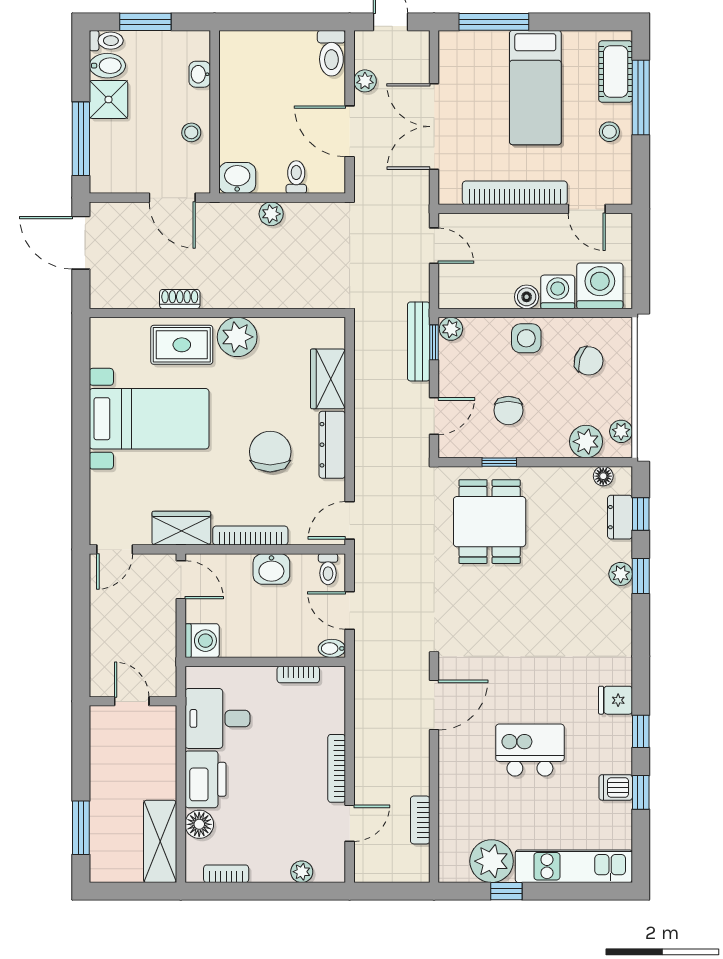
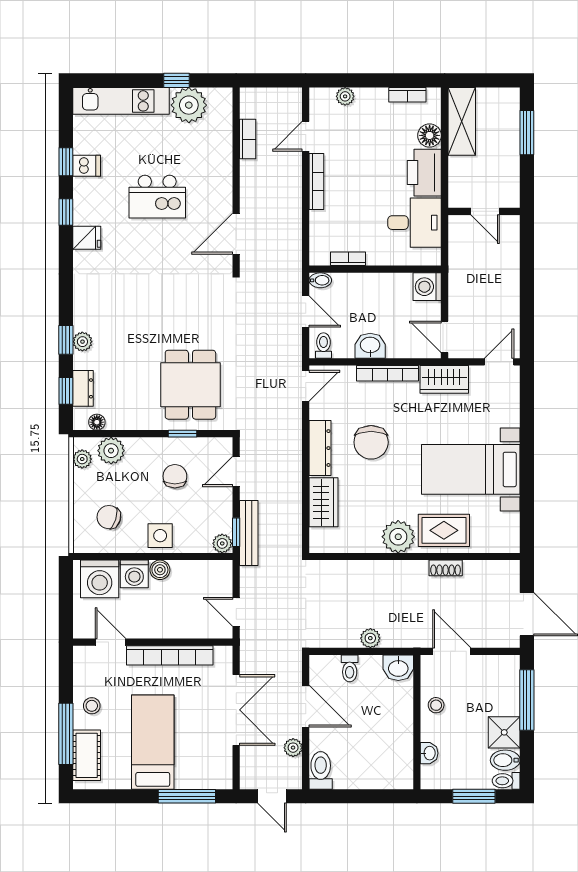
door: (132, 701) -> (485, 211), moved
wall: (133, 701) -> (484, 211), moved

